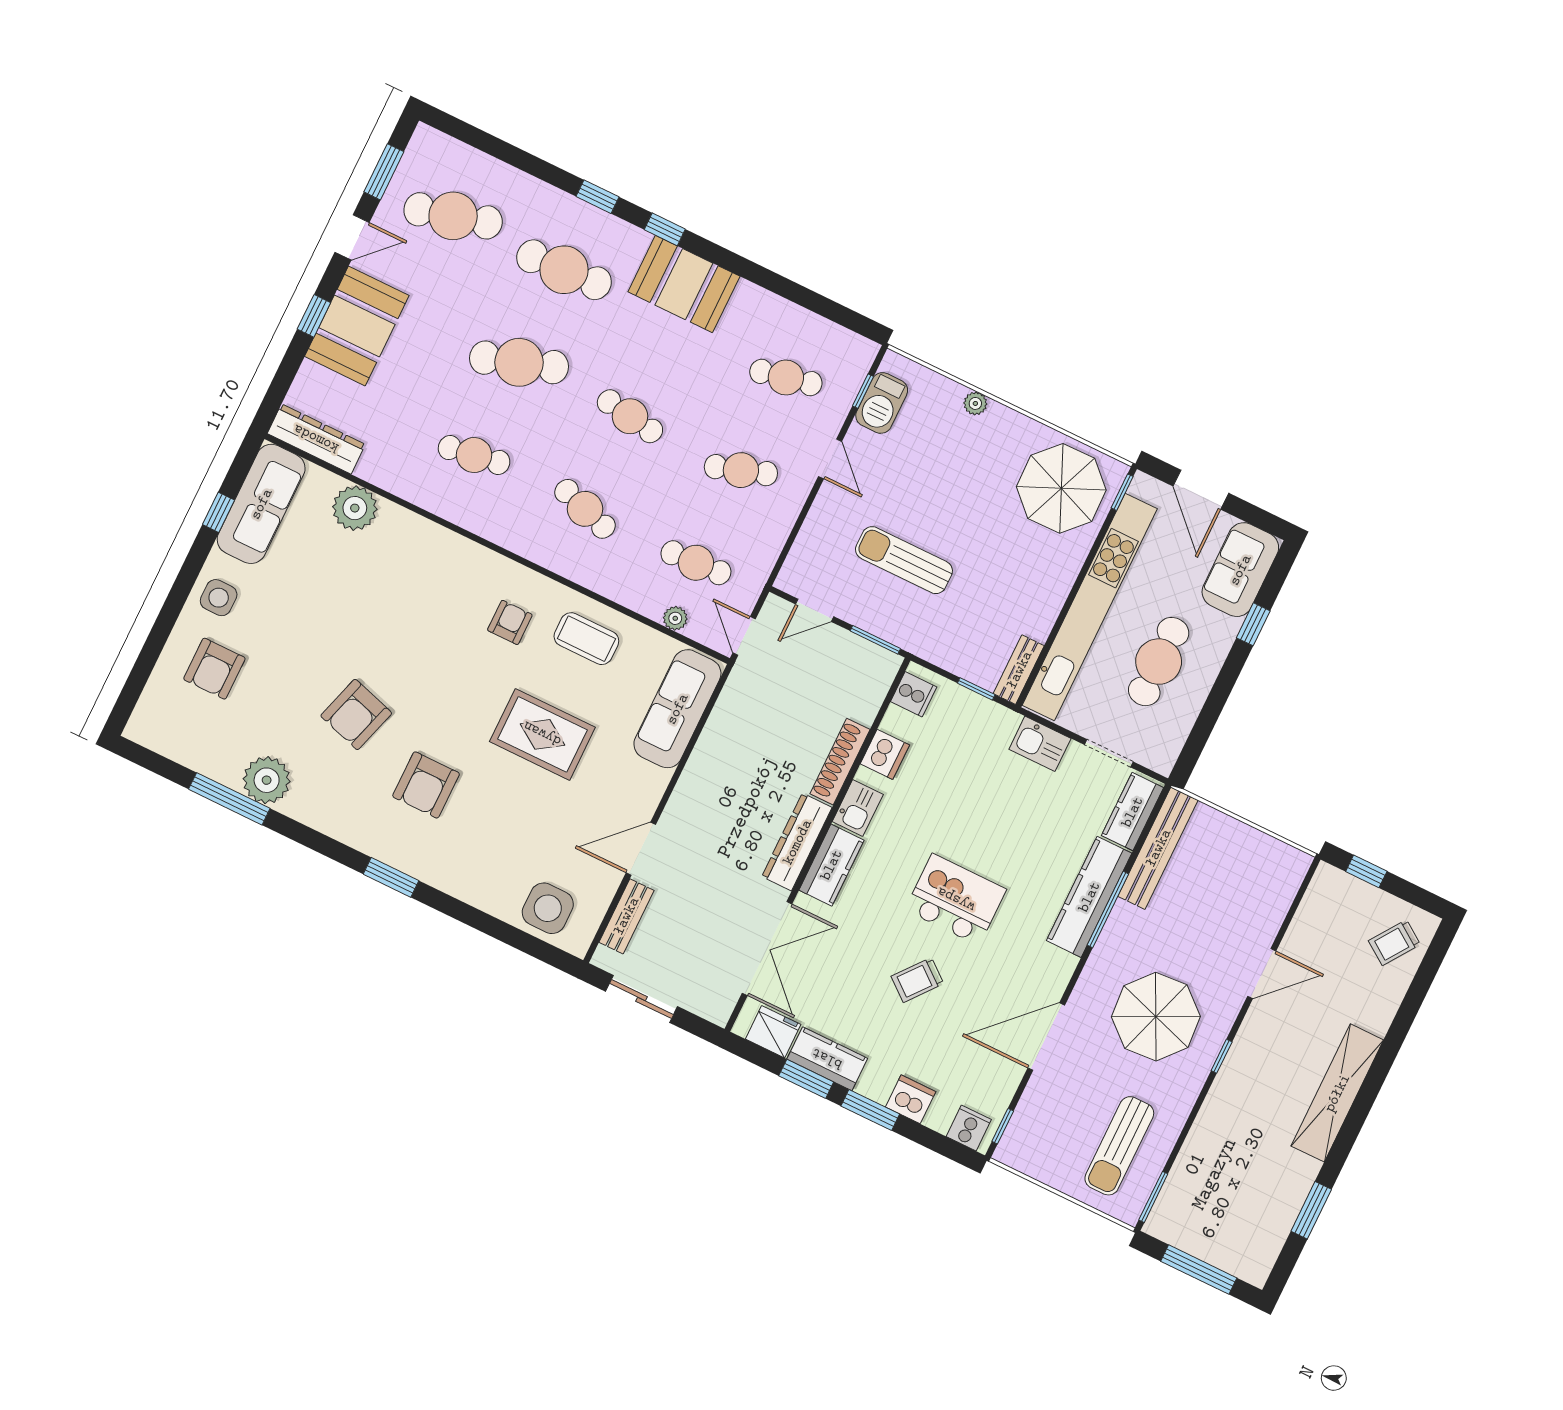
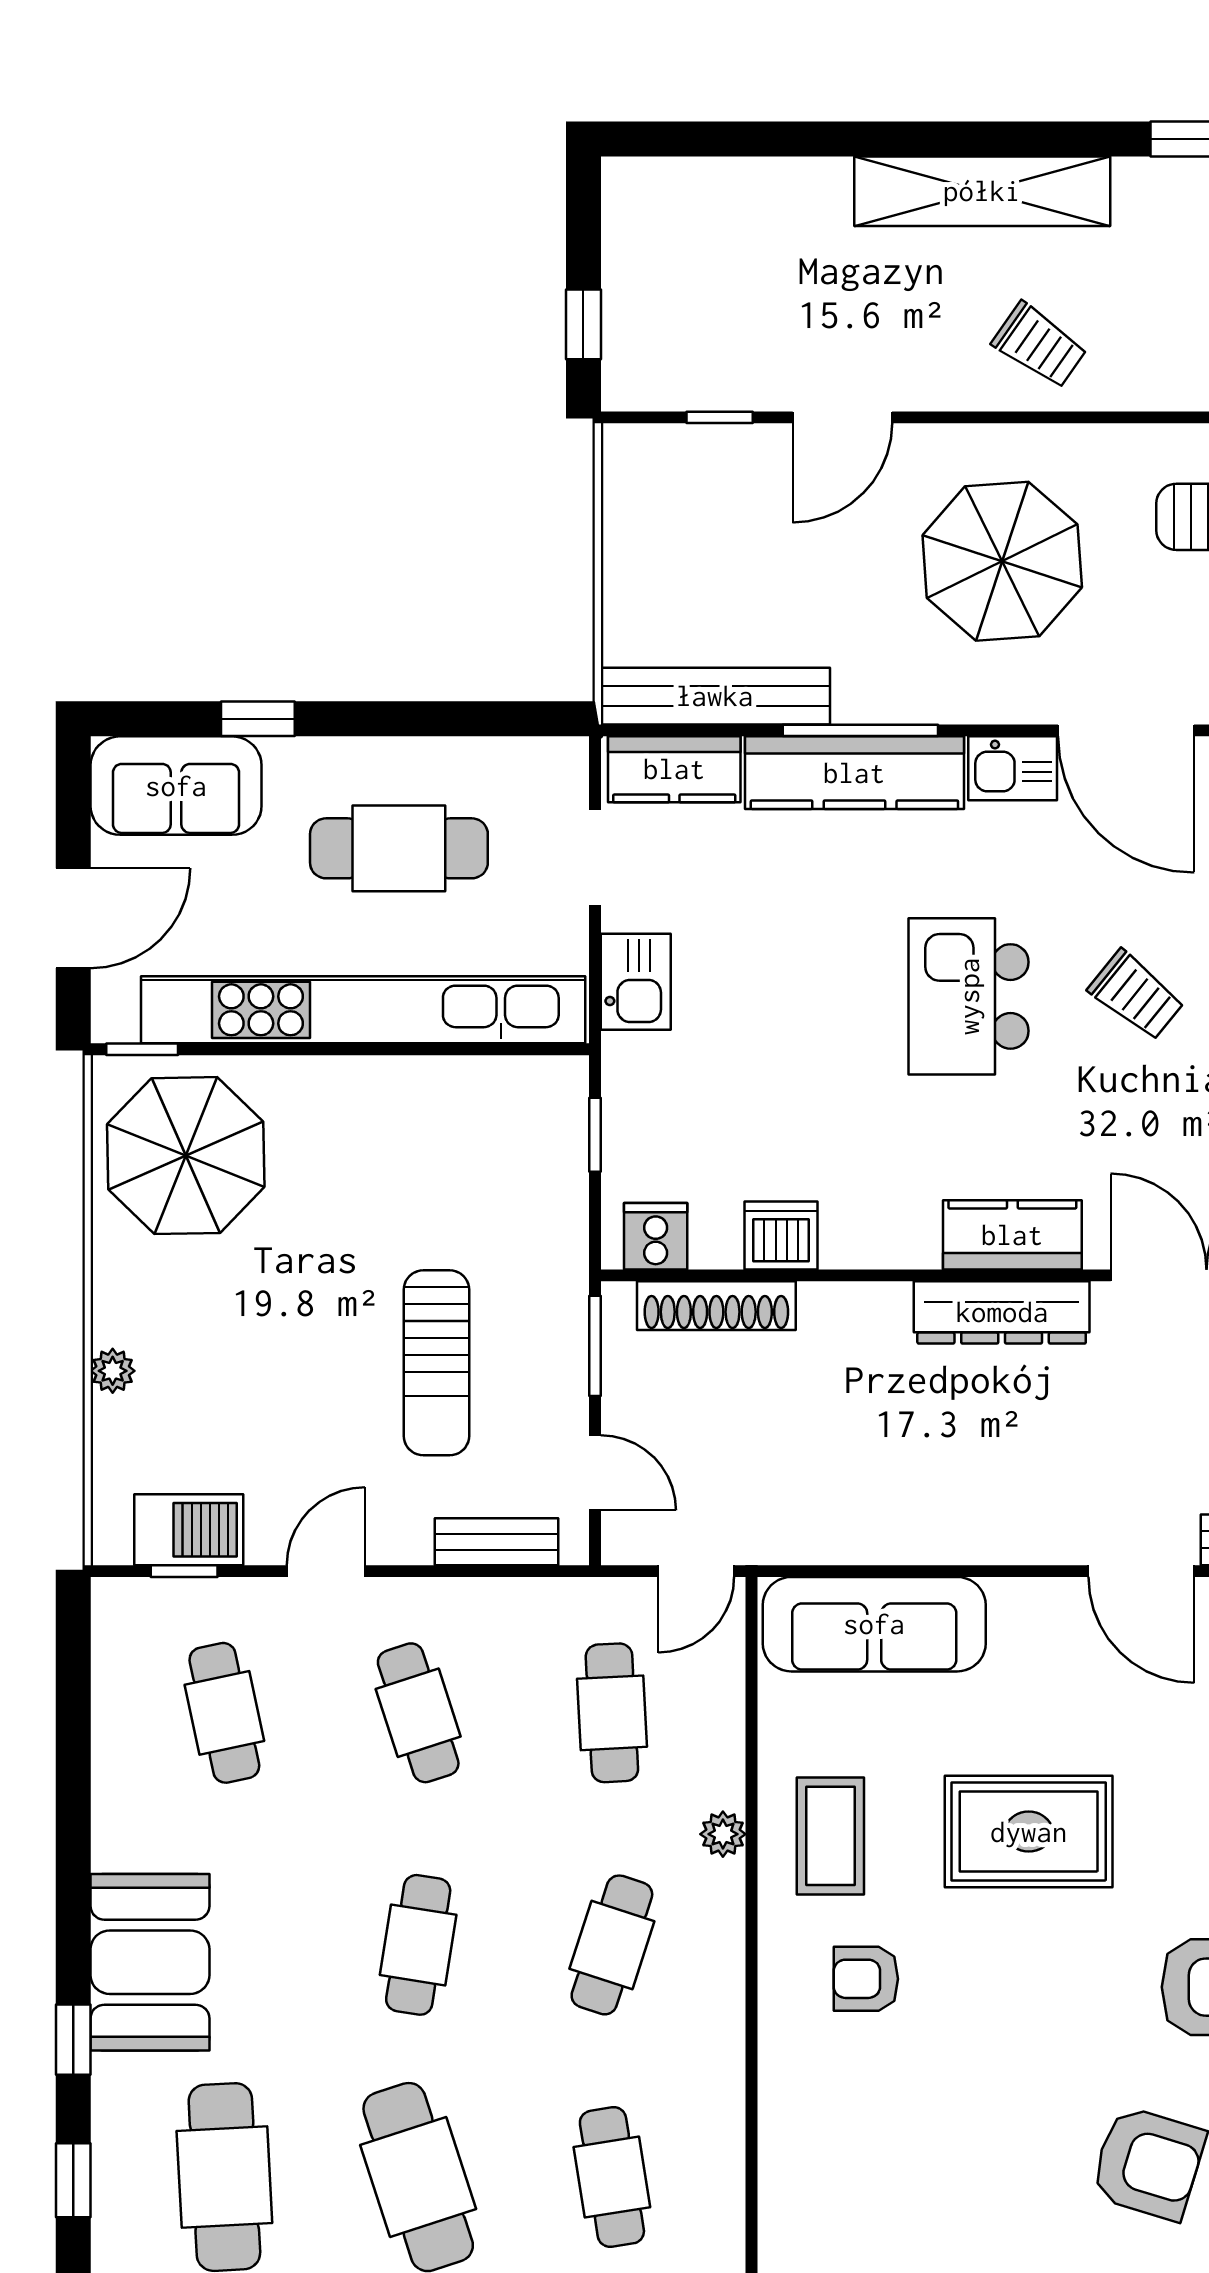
plant: (675, 618) -> (723, 1834), moved
bench: (1019, 670) -> (496, 1542), moved
rug: (542, 734) -> (1029, 1832), turned 90
shoe rack: (840, 762) -> (716, 1306), moved
kitchen sink: (858, 808) -> (1013, 768), moved, turned 180
trolley: (1394, 943) -> (1039, 345), moved
door: (1262, 974) -> (842, 417), swing flipped
window: (1222, 1056) -> (720, 417), moved

